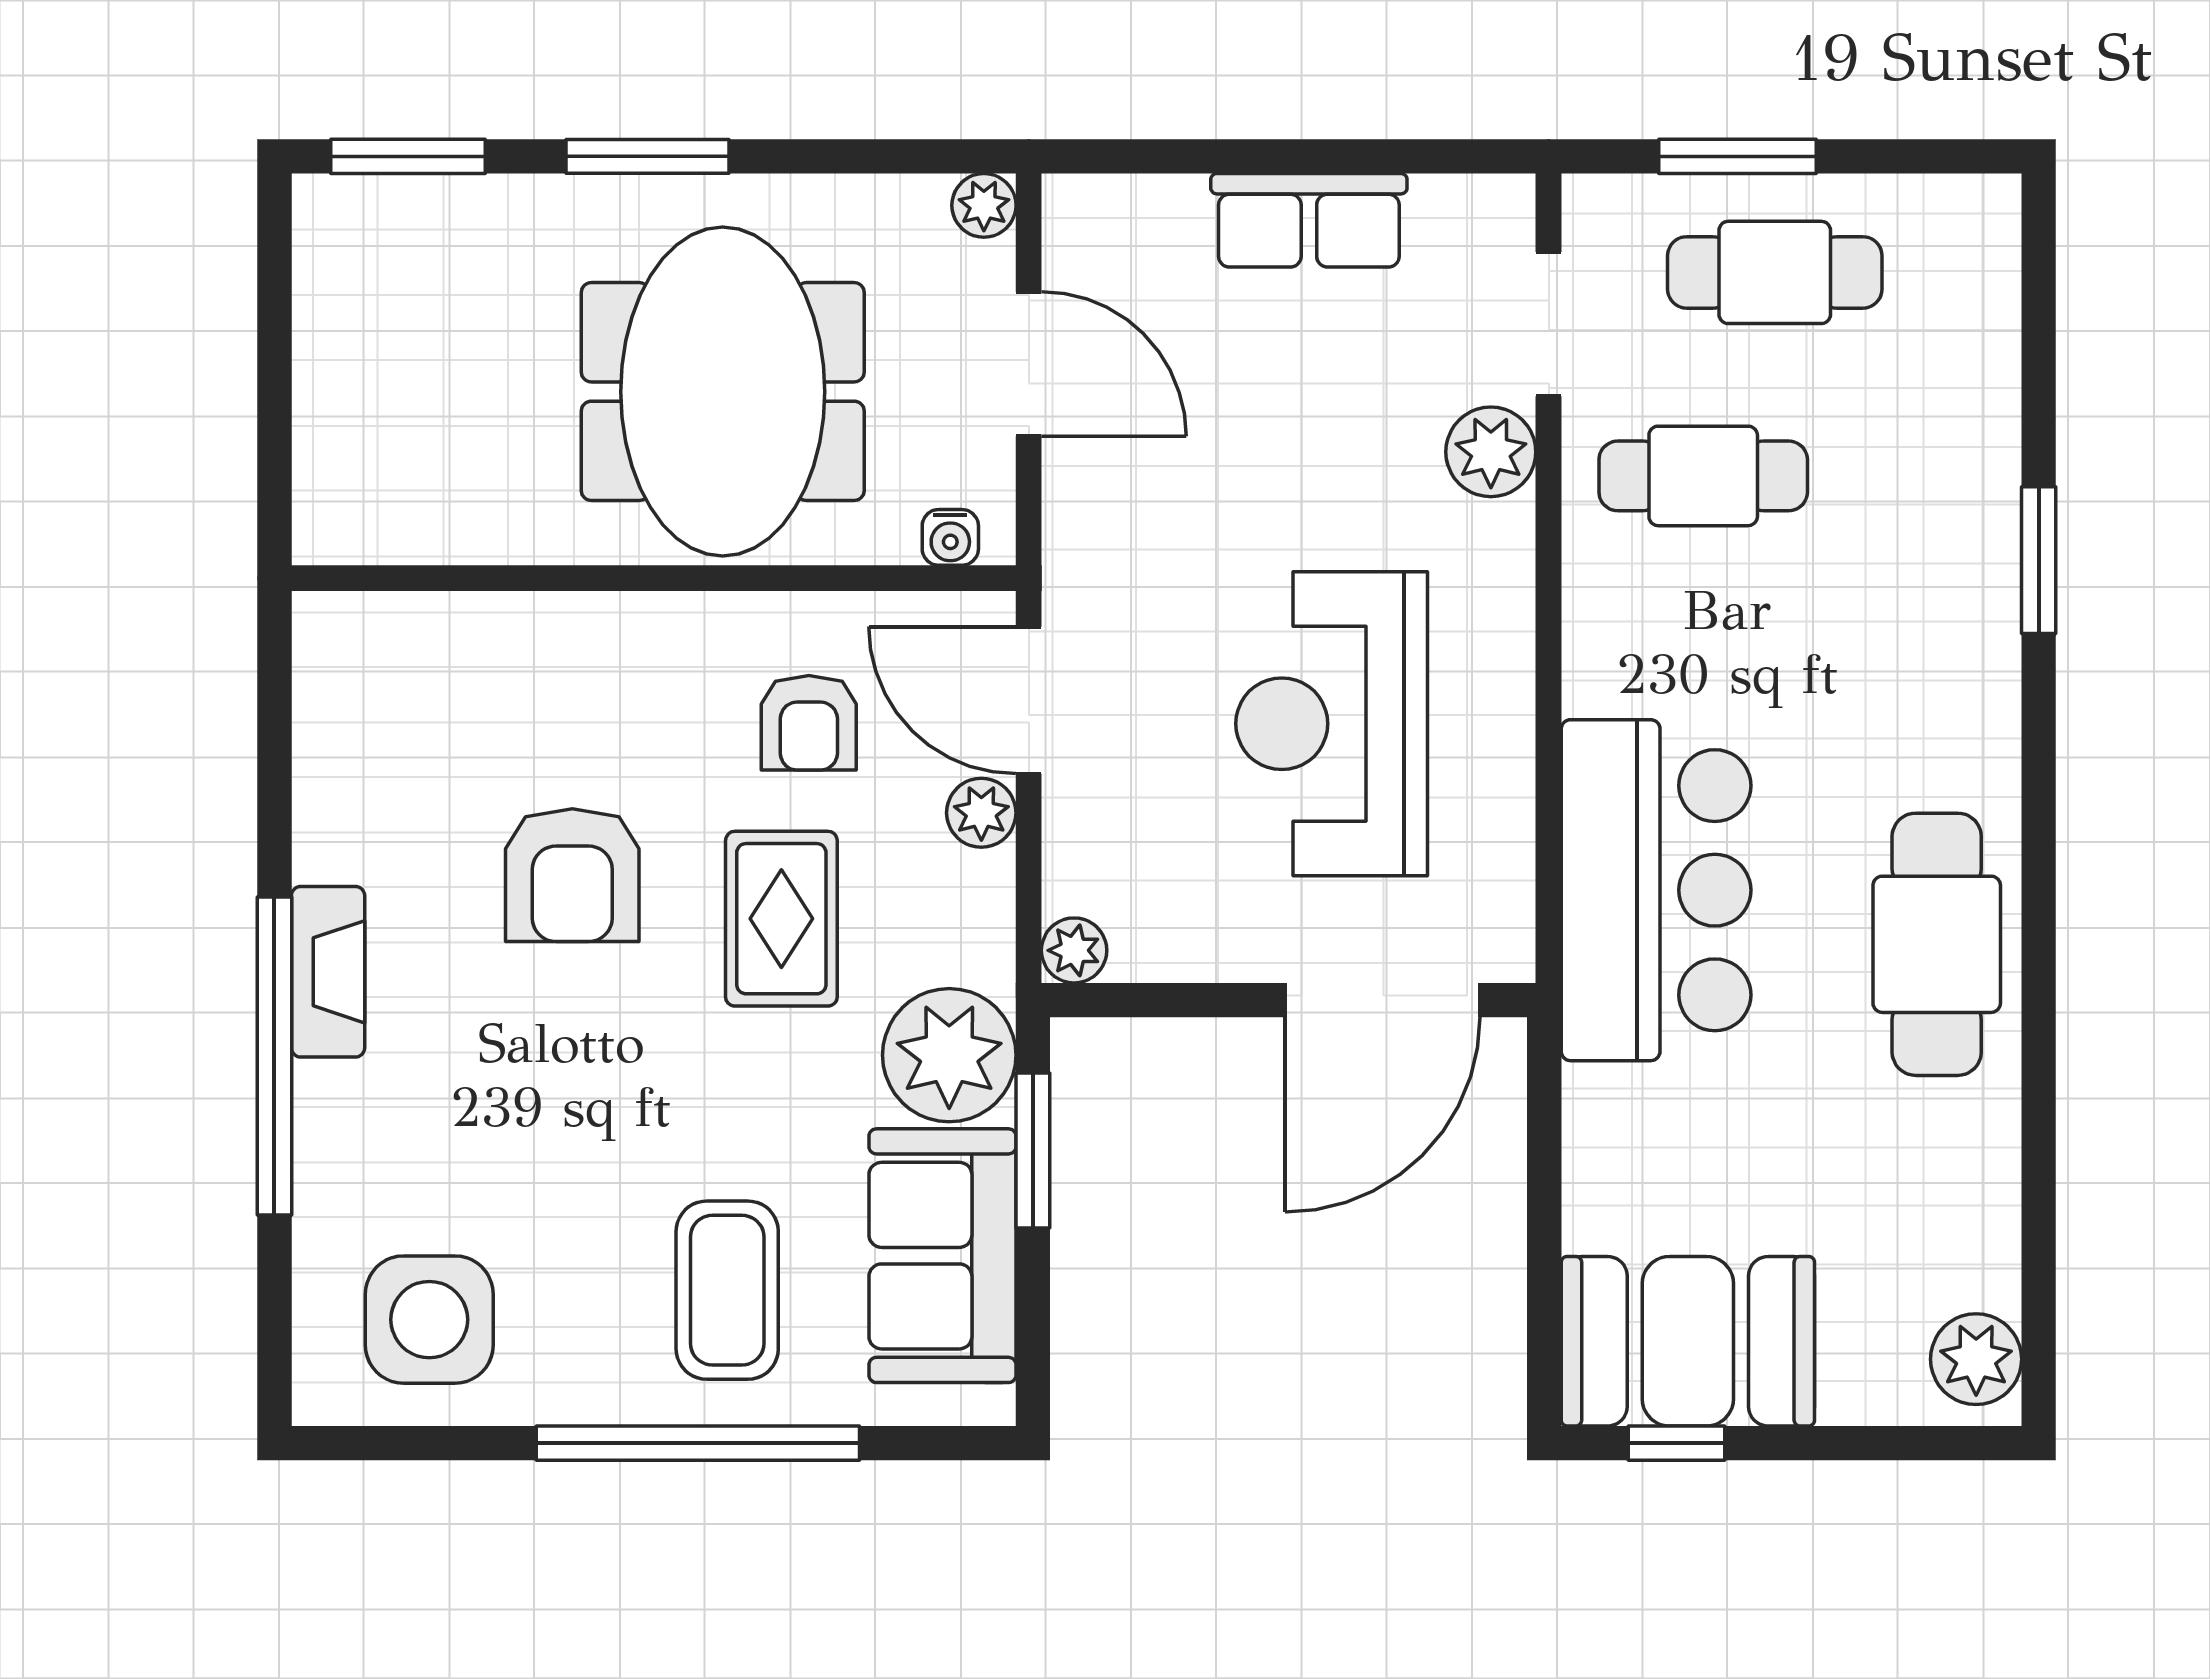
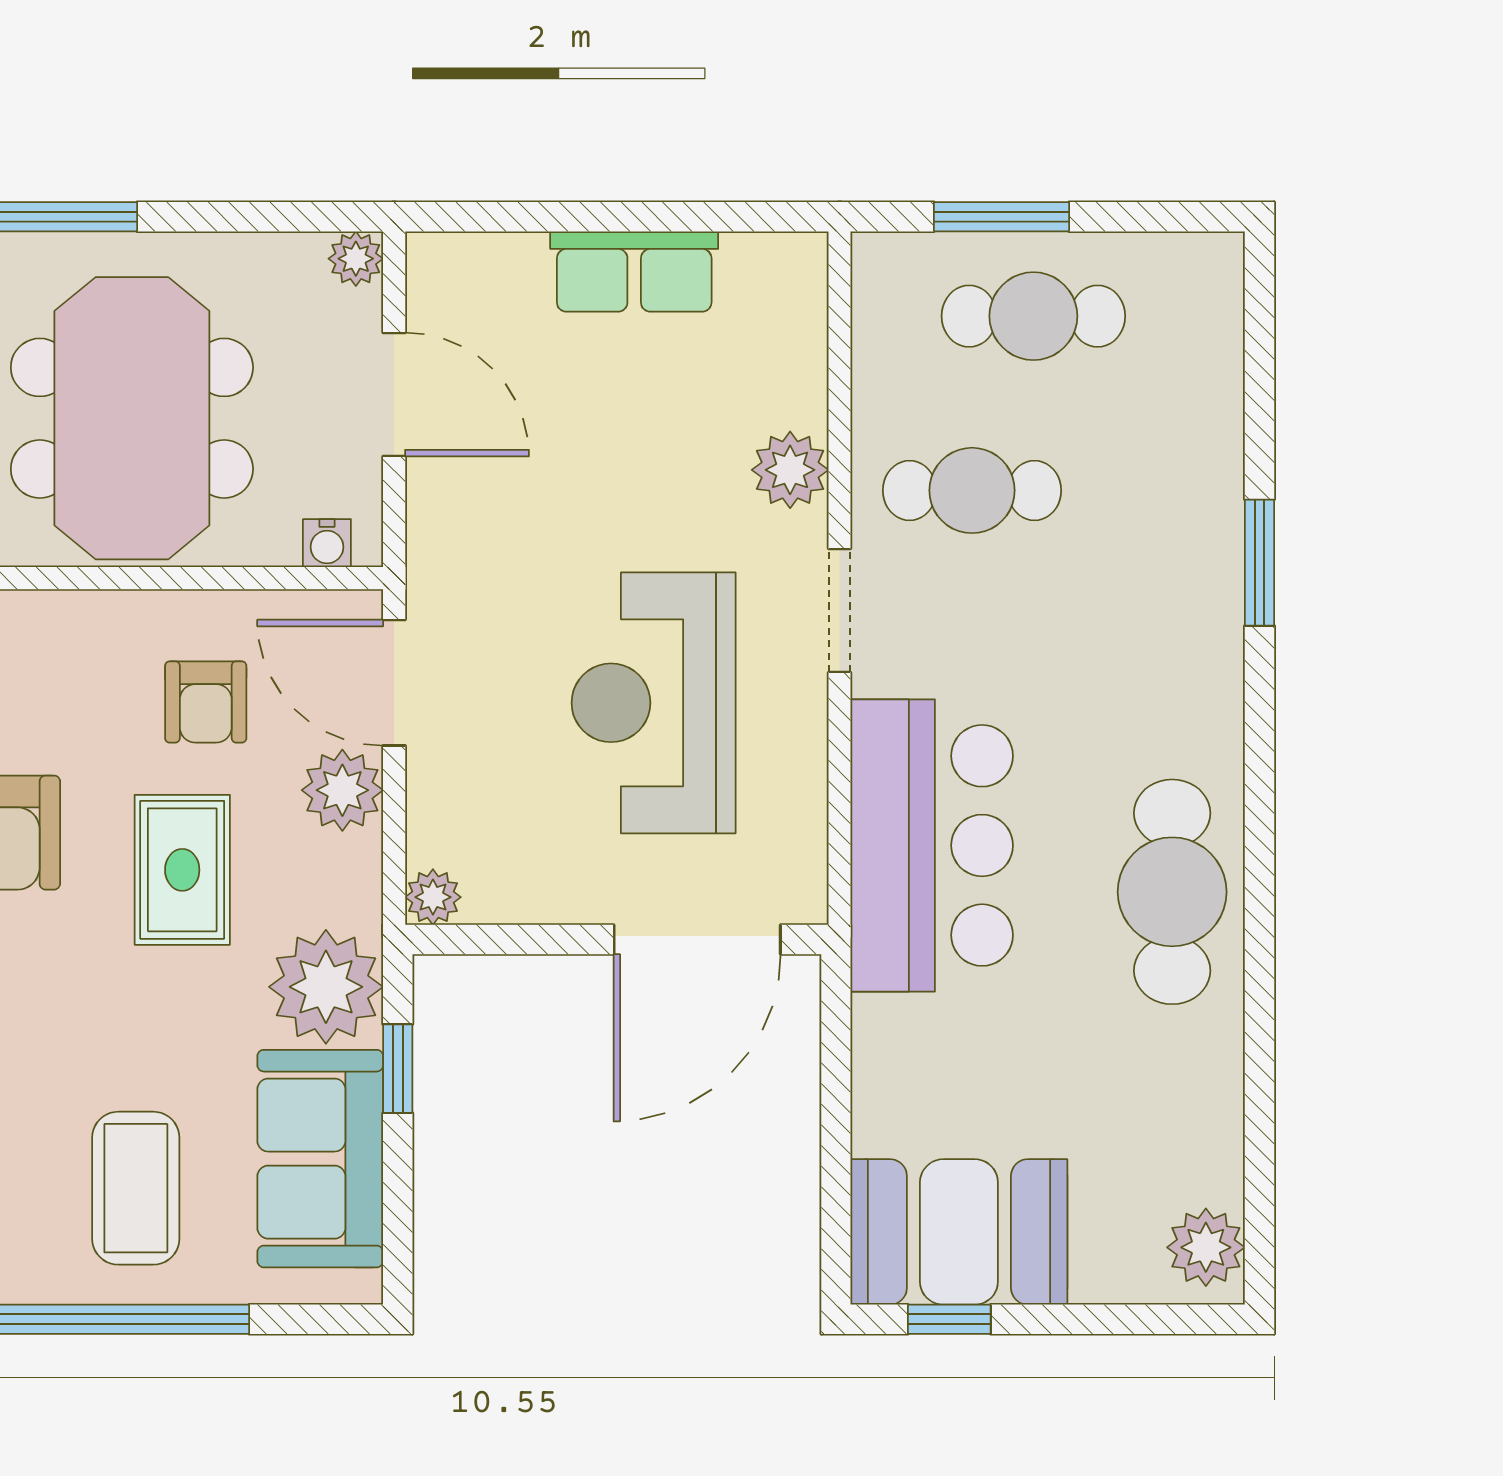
doorway: (1549, 324) -> (840, 611), moved
plant: (981, 813) -> (342, 790), width x1.38, depth x1.38
window: (1033, 1151) -> (398, 1069), width x0.67

